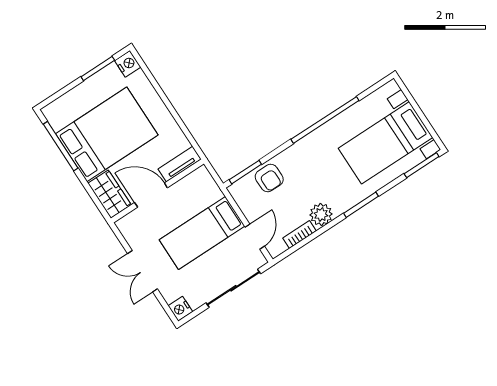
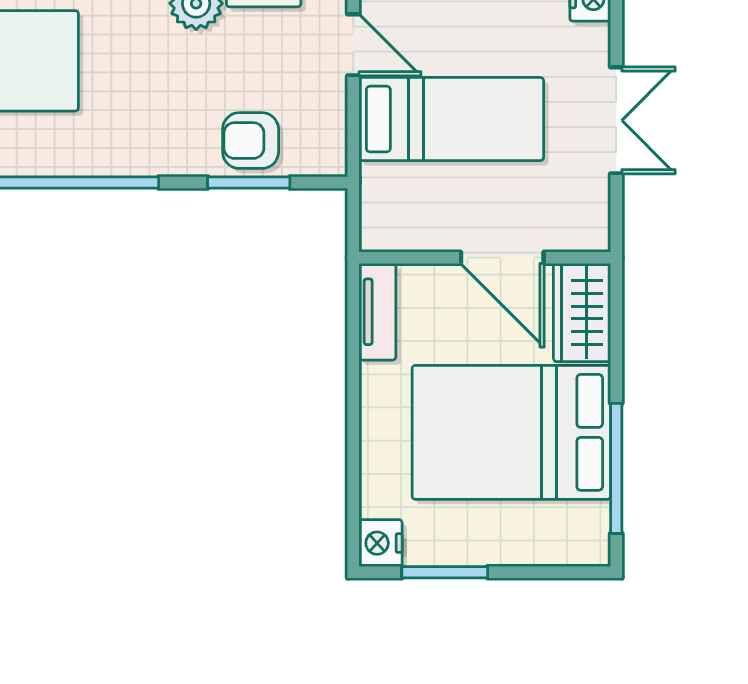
tv unit: (180, 164) -> (377, 312), moved, turned -90
window: (245, 172) -> (249, 183), moved
armchair: (269, 178) -> (251, 141), turned -90
door: (255, 237) -> (353, 45), swing flipped

